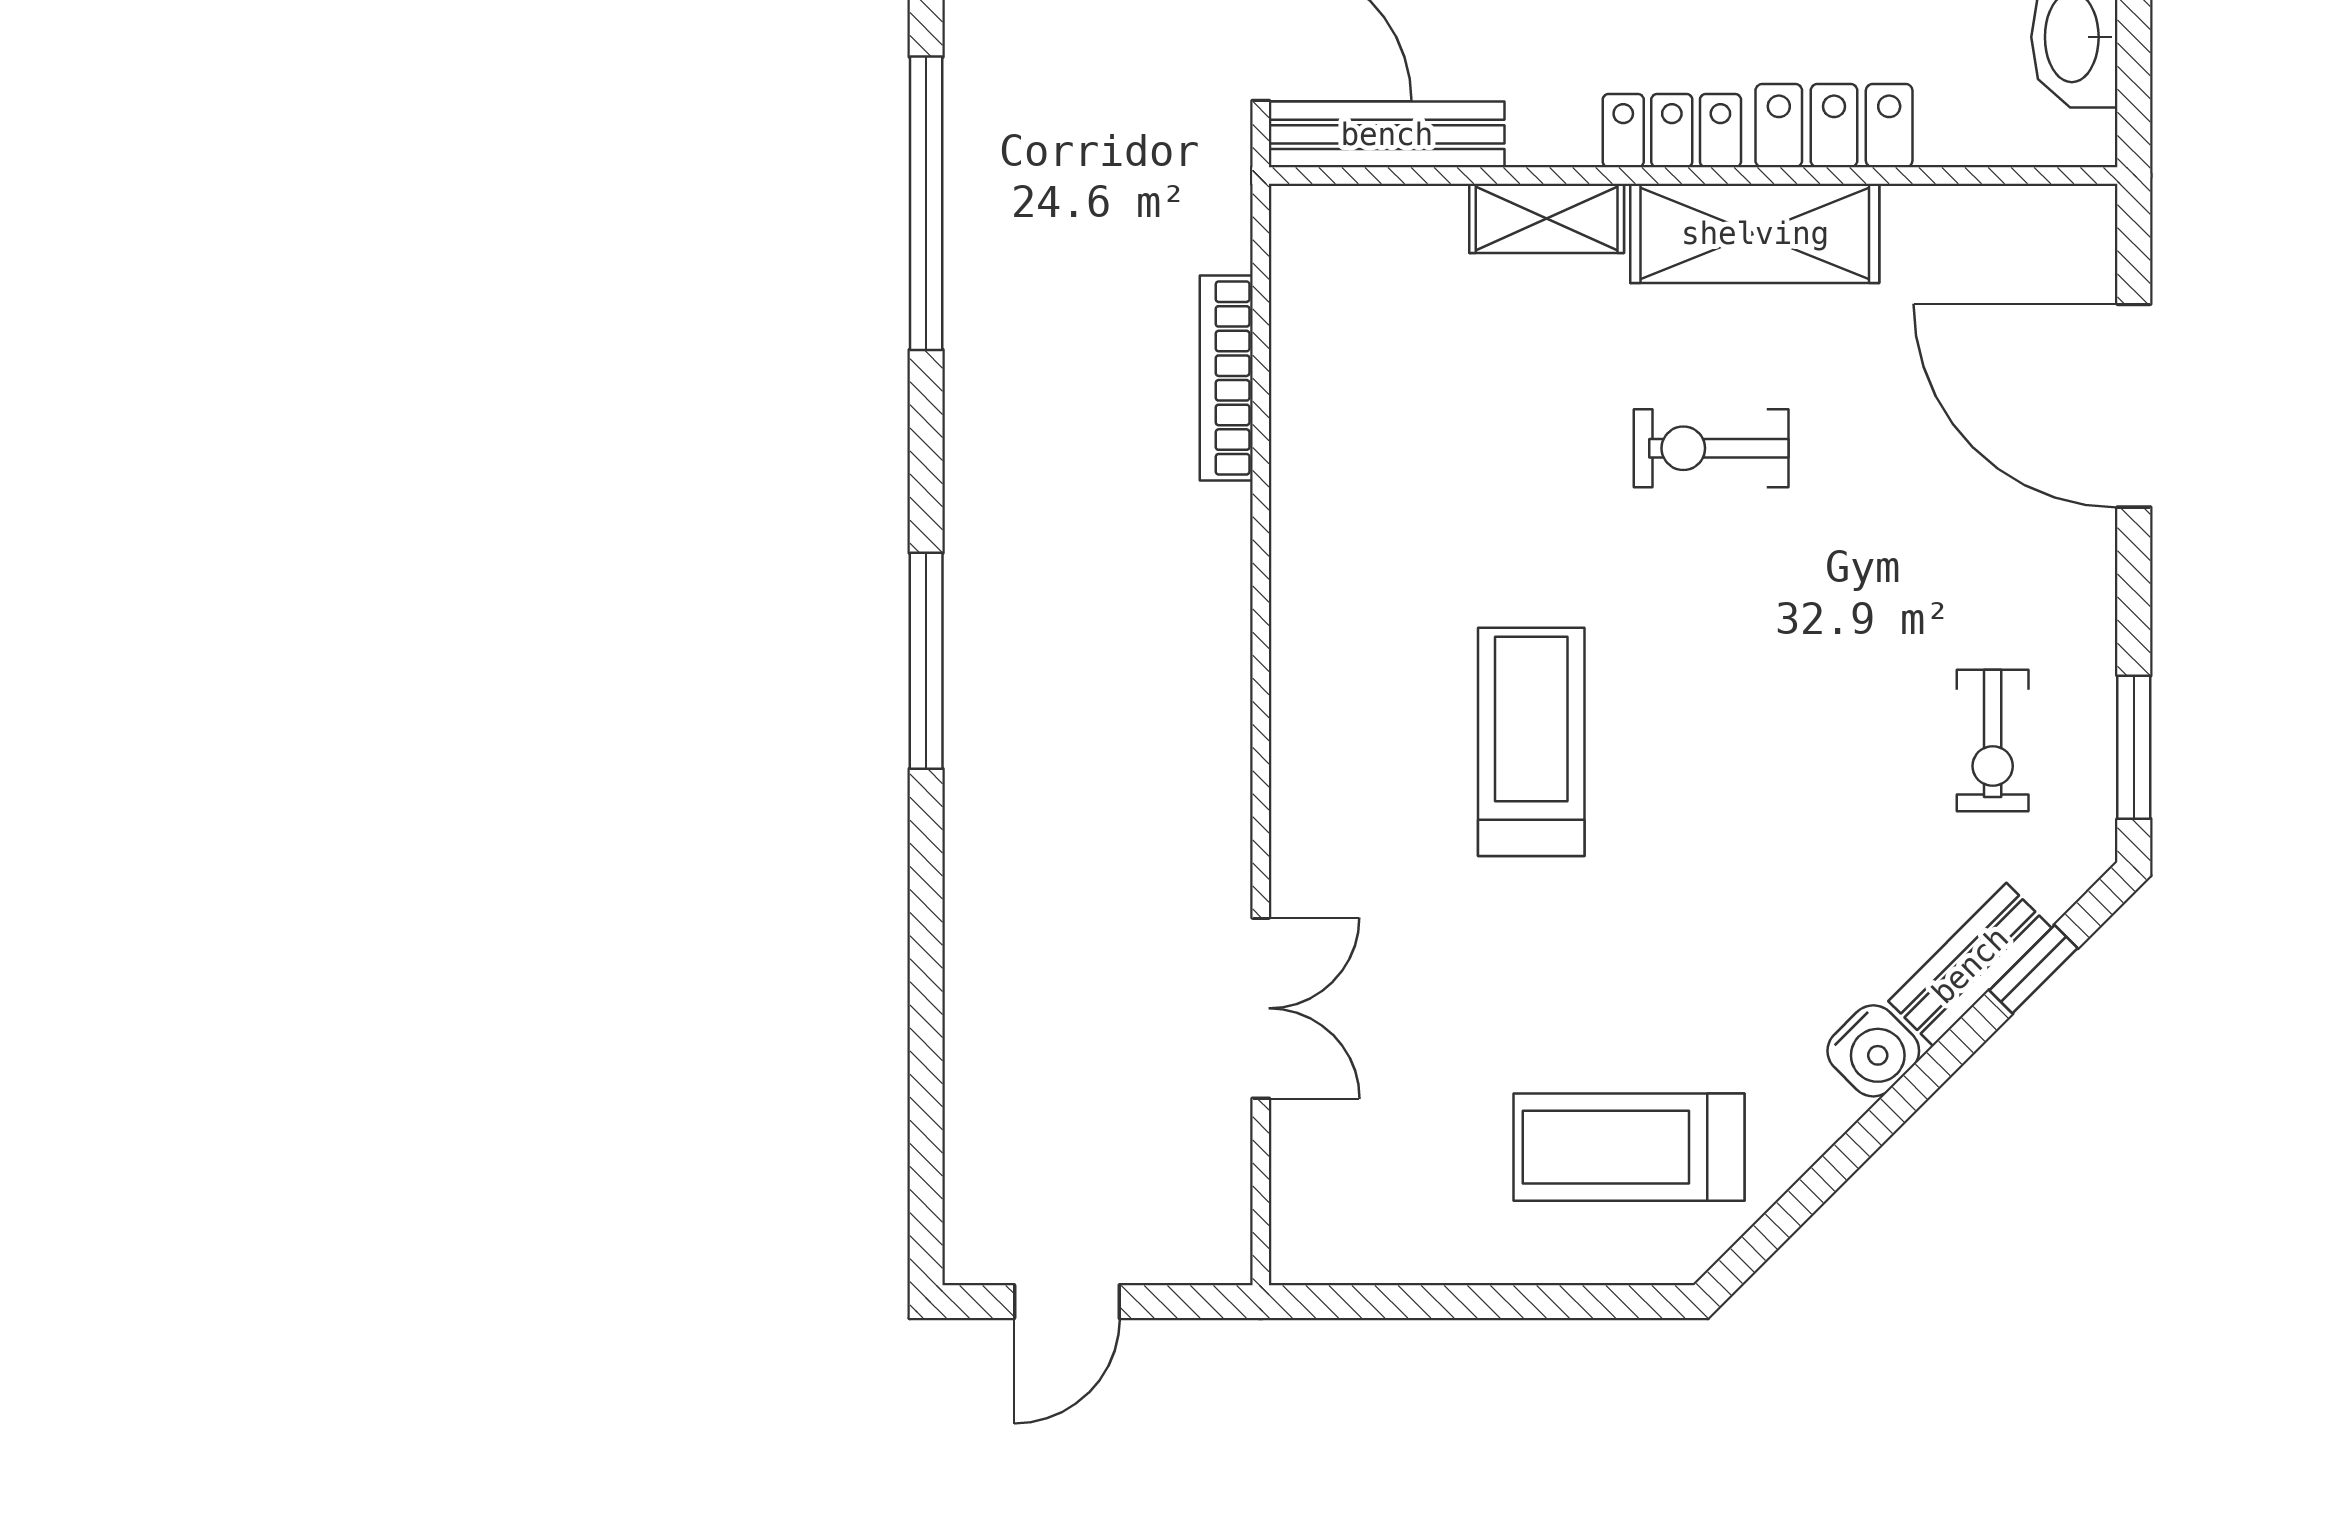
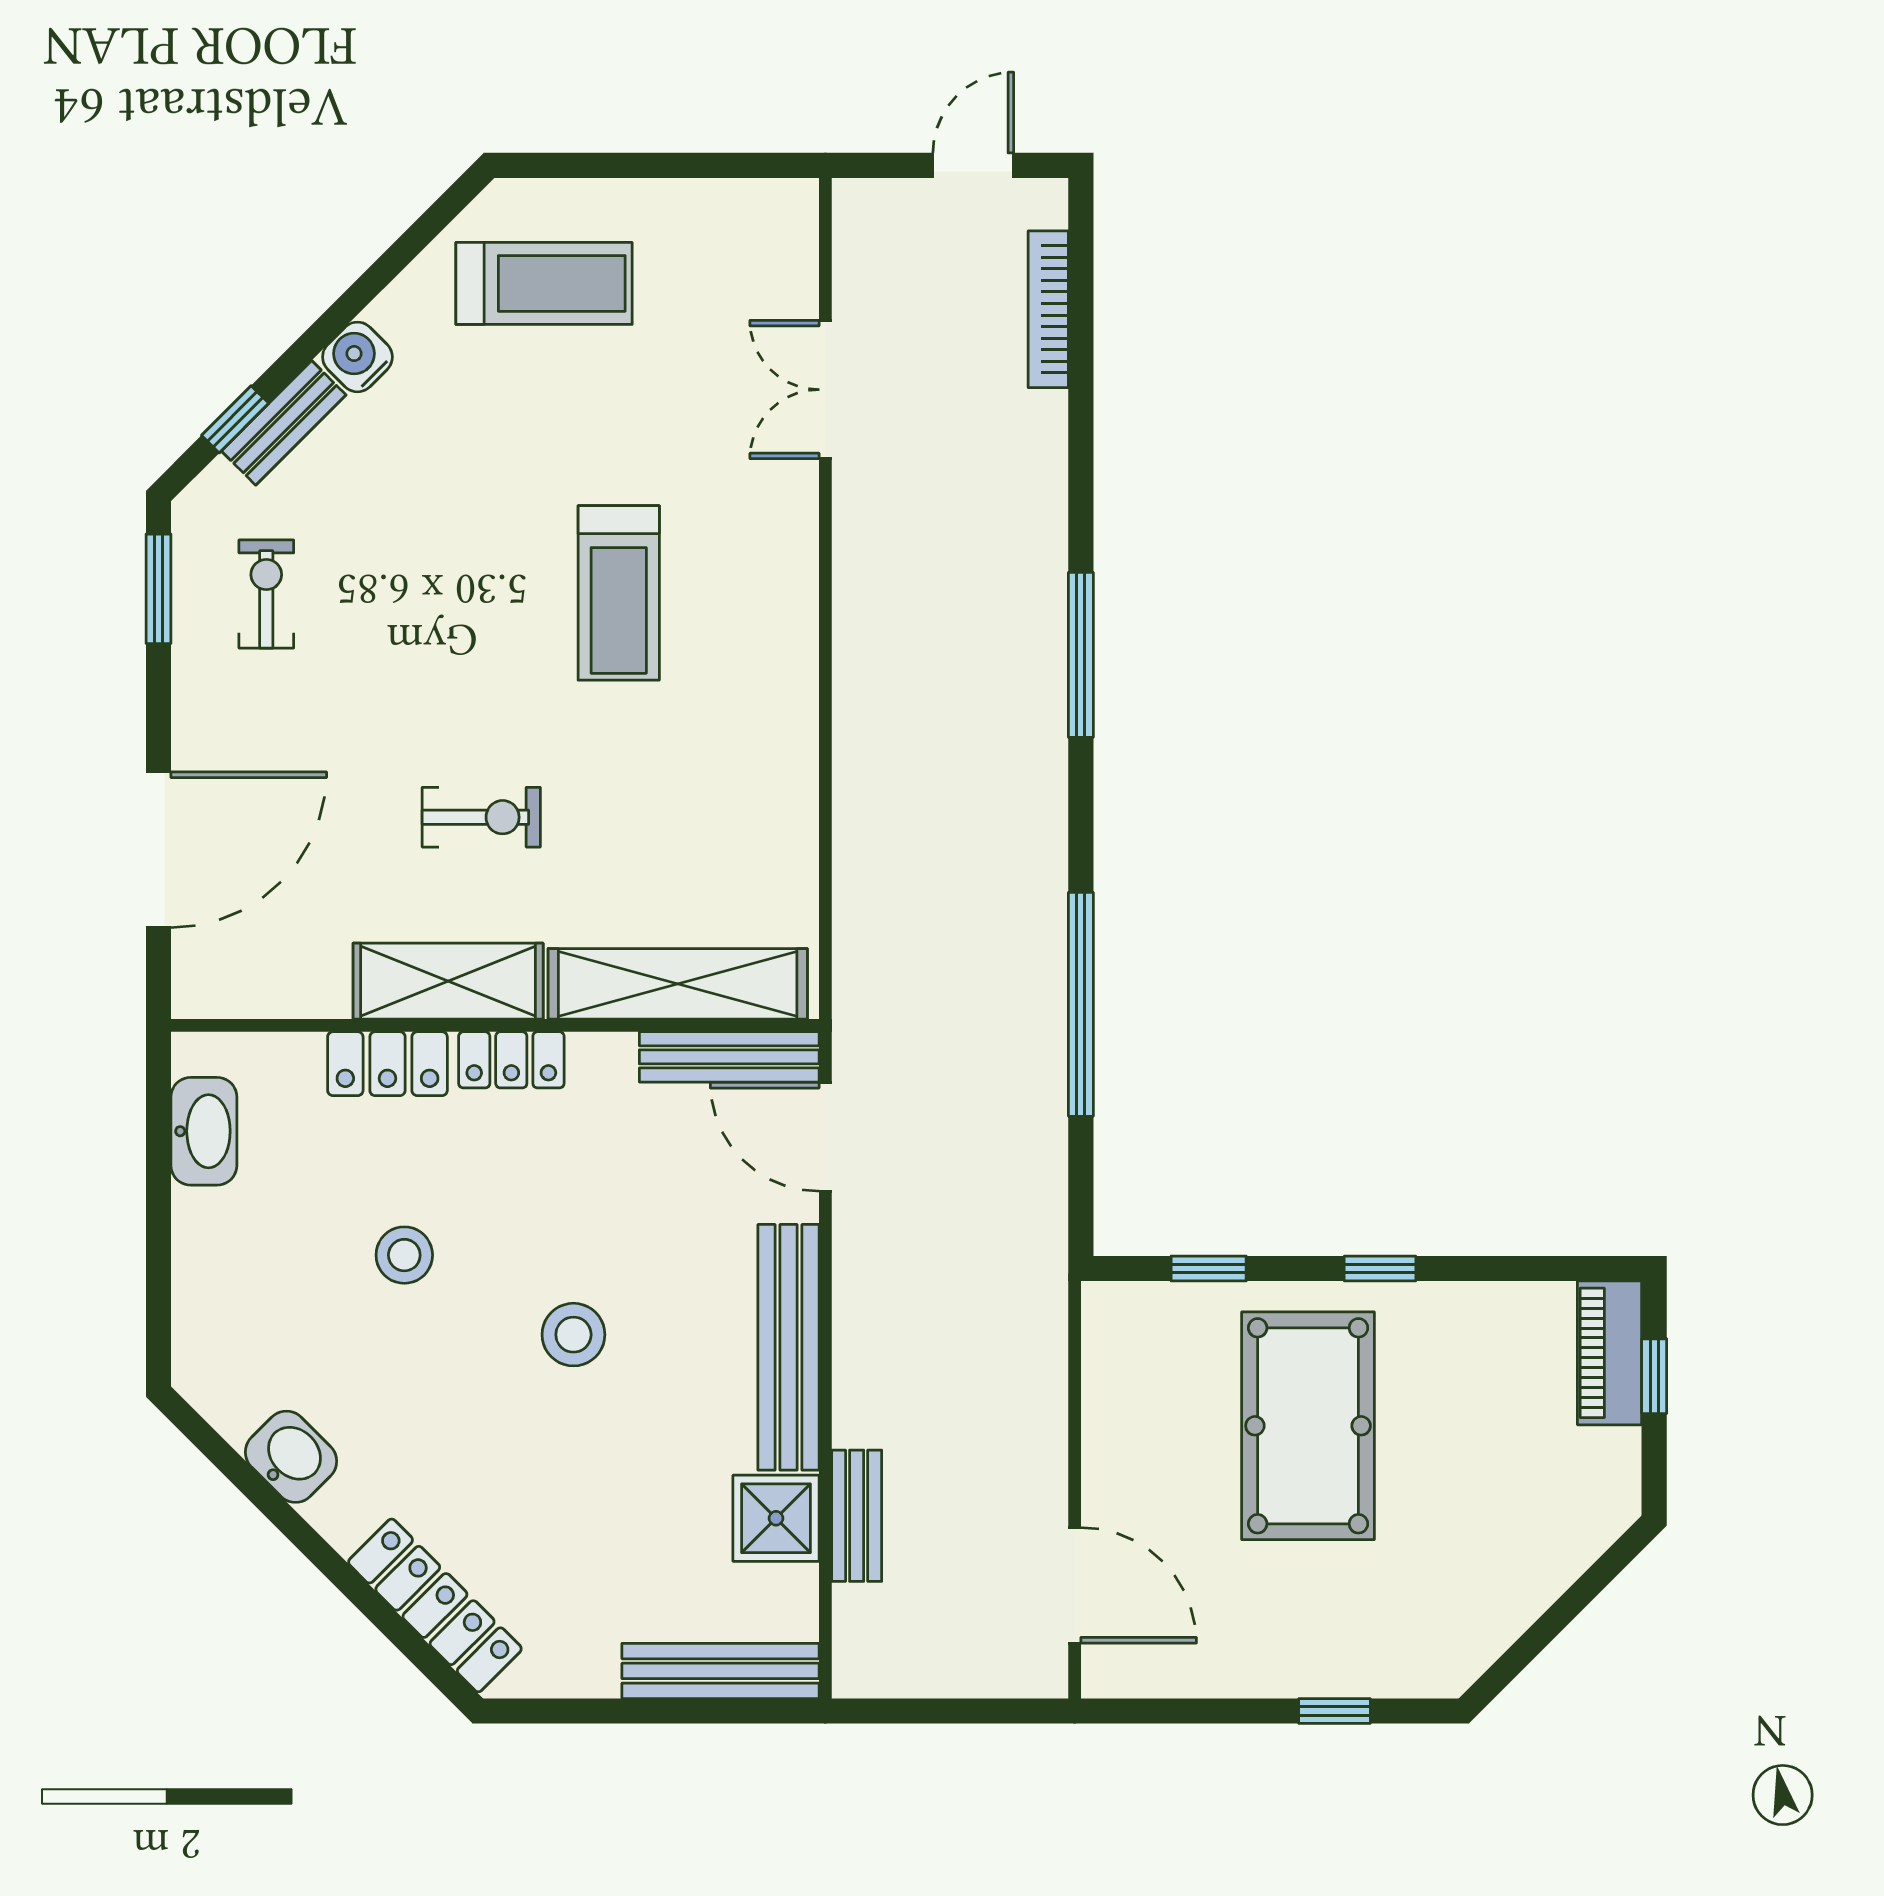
shelving: (1547, 218) -> (678, 984), width x2.20, depth x1.33
bookcase: (1226, 378) -> (1048, 309), moved, turned 180
door: (2134, 406) -> (158, 850), hinge flipped

